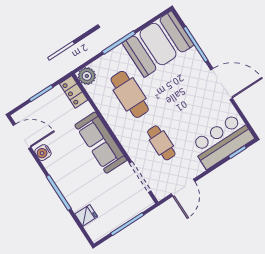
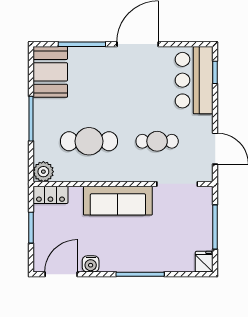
booth: (158, 44) -> (50, 72), width x0.73, depth x0.70
fridge: (86, 215) -> (204, 262), moved

